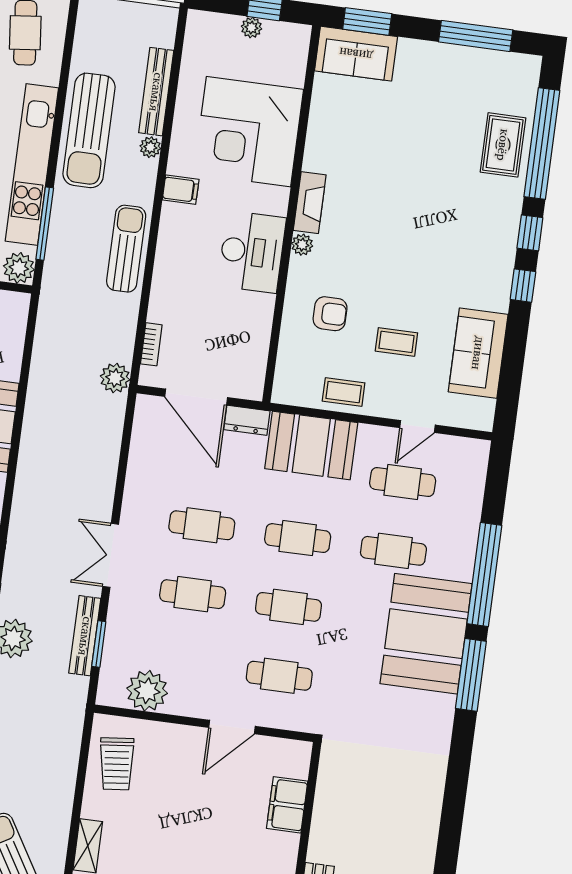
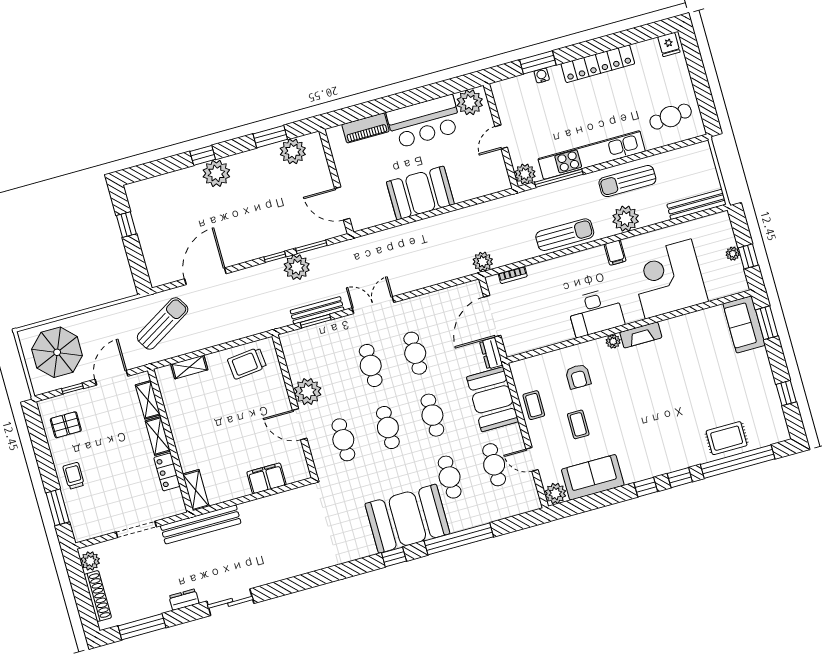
window: (476, 36) -> (786, 393), width x0.46
bench: (156, 92) -> (697, 204), moved
sun lounger: (89, 130) -> (627, 181), width x0.73, depth x0.75
plant: (150, 147) -> (626, 219), width x1.88, depth x1.88
plant: (479, 414) -> (555, 494), added
window: (471, 675) -> (394, 557), width x0.46
plant: (147, 691) -> (308, 392), moved

